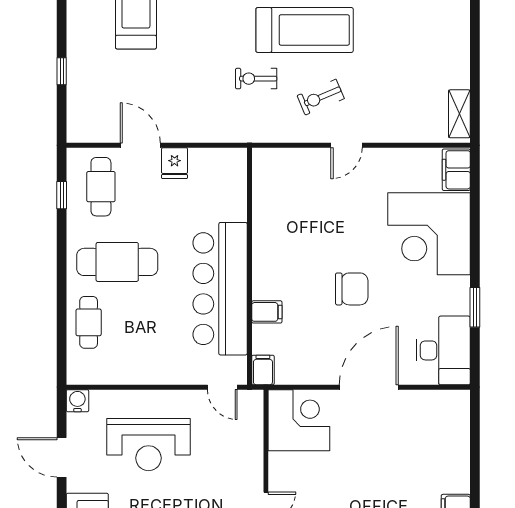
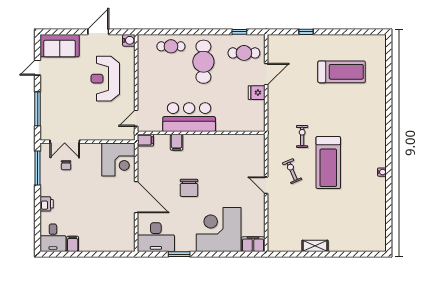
shelving: (459, 114) -> (315, 246), moved
bar counter: (220, 289) -> (189, 117), width x0.73

